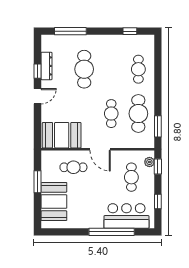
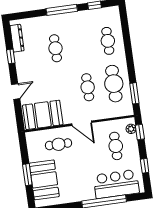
window: (70, 31) -> (62, 10), moved
dresser: (46, 66) -> (17, 38), moved
cafe table: (84, 69) -> (55, 48), width x0.73, depth x0.74
door: (37, 96) -> (16, 92), moved
window: (37, 182) -> (27, 175), moved

